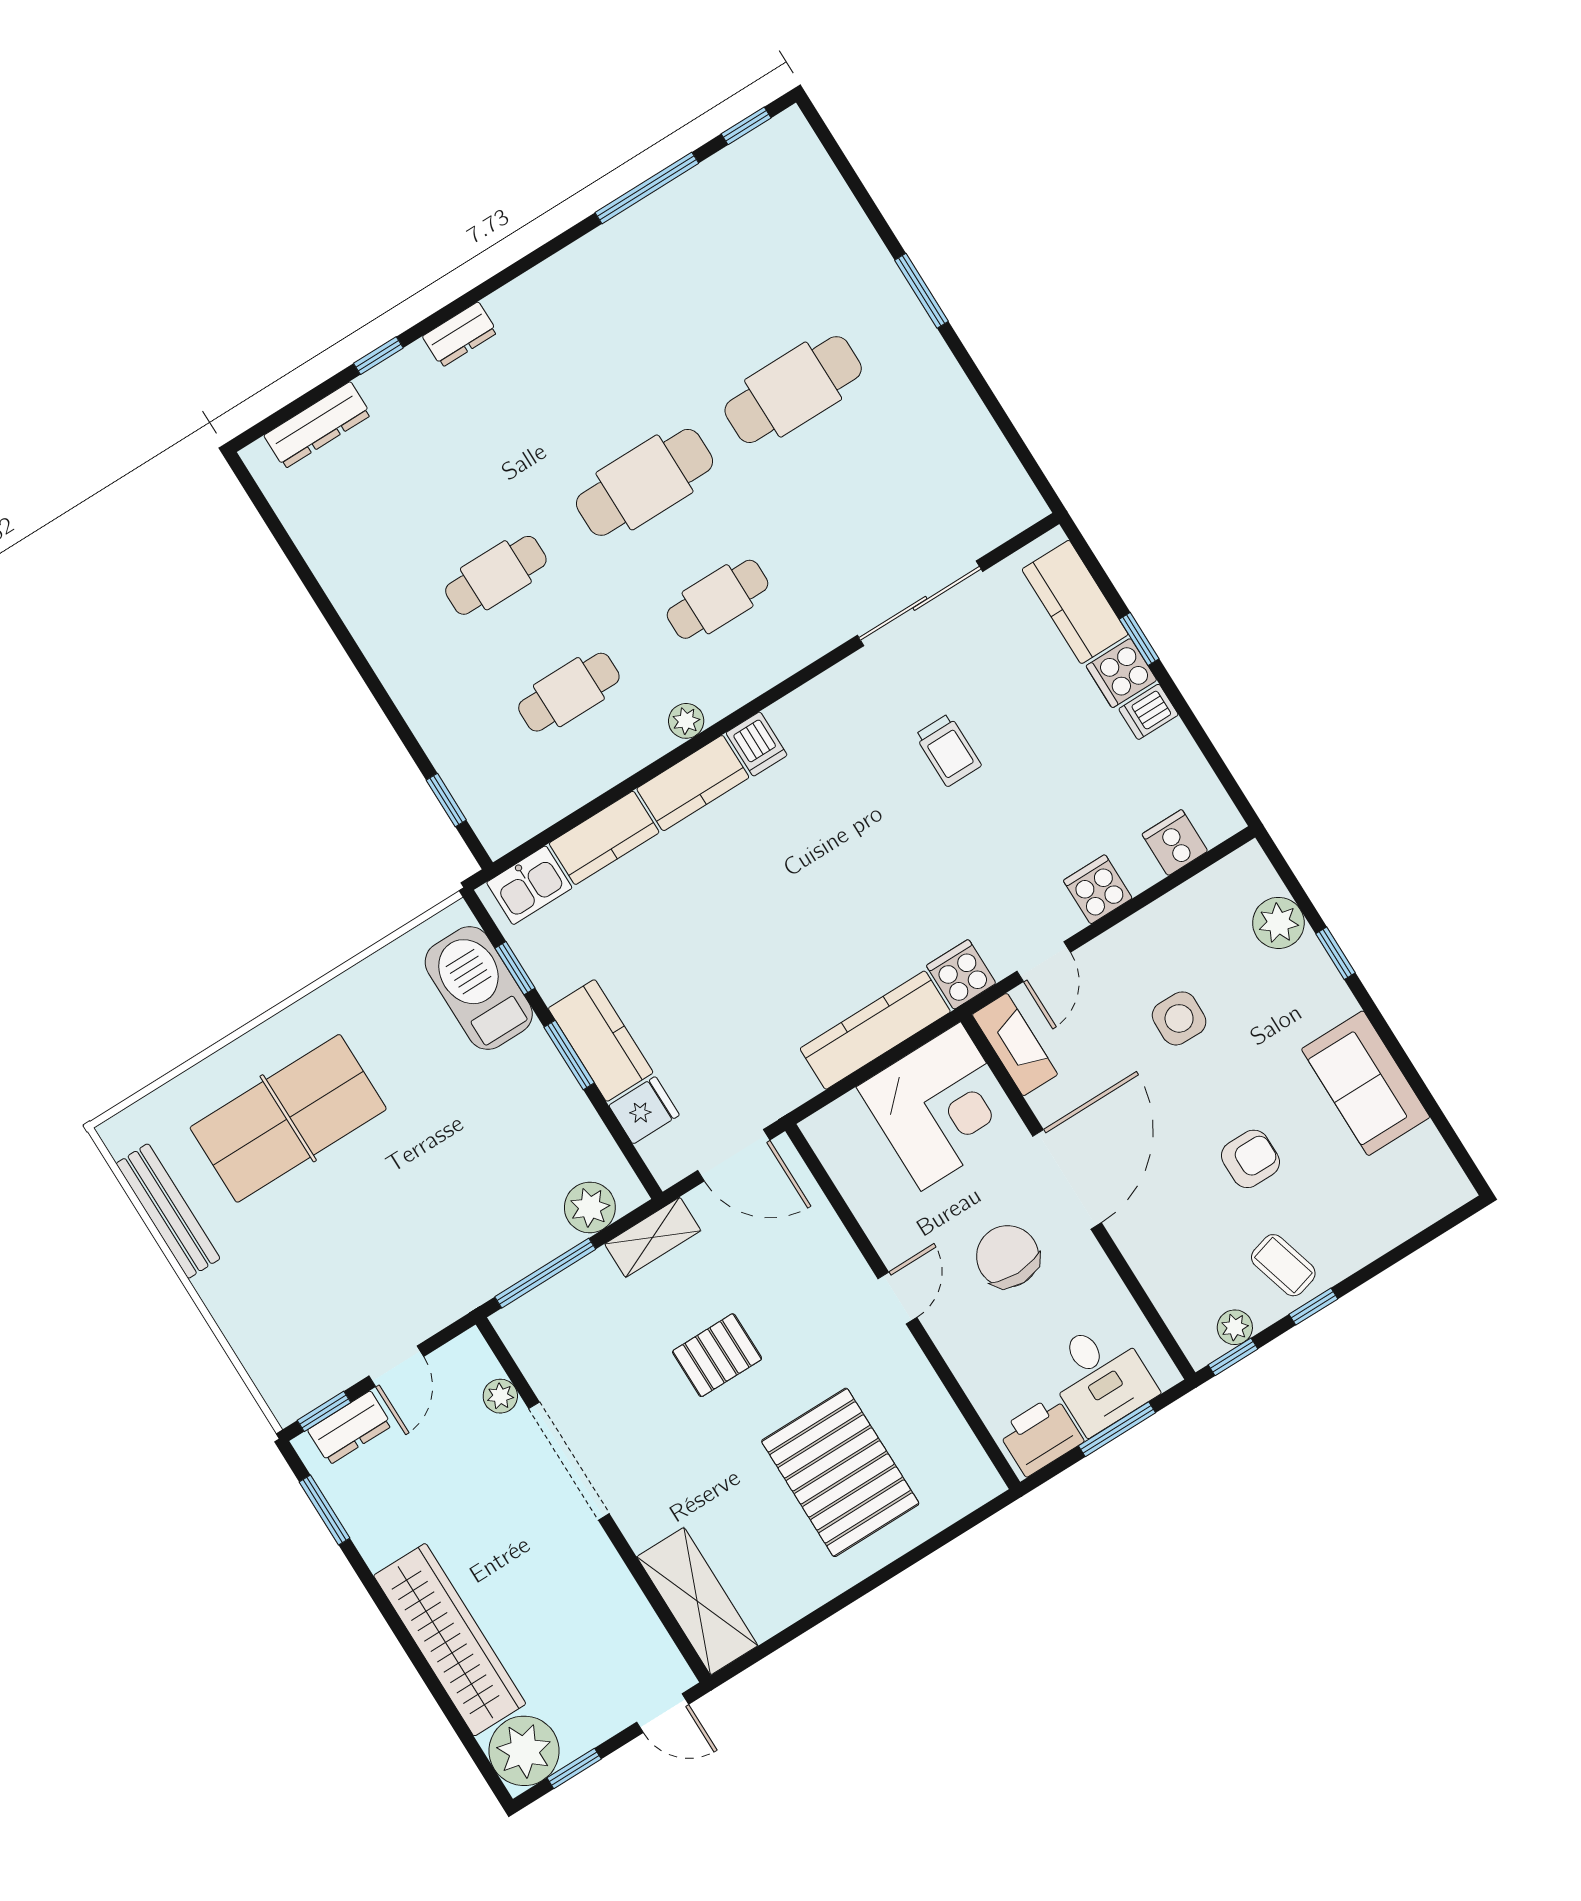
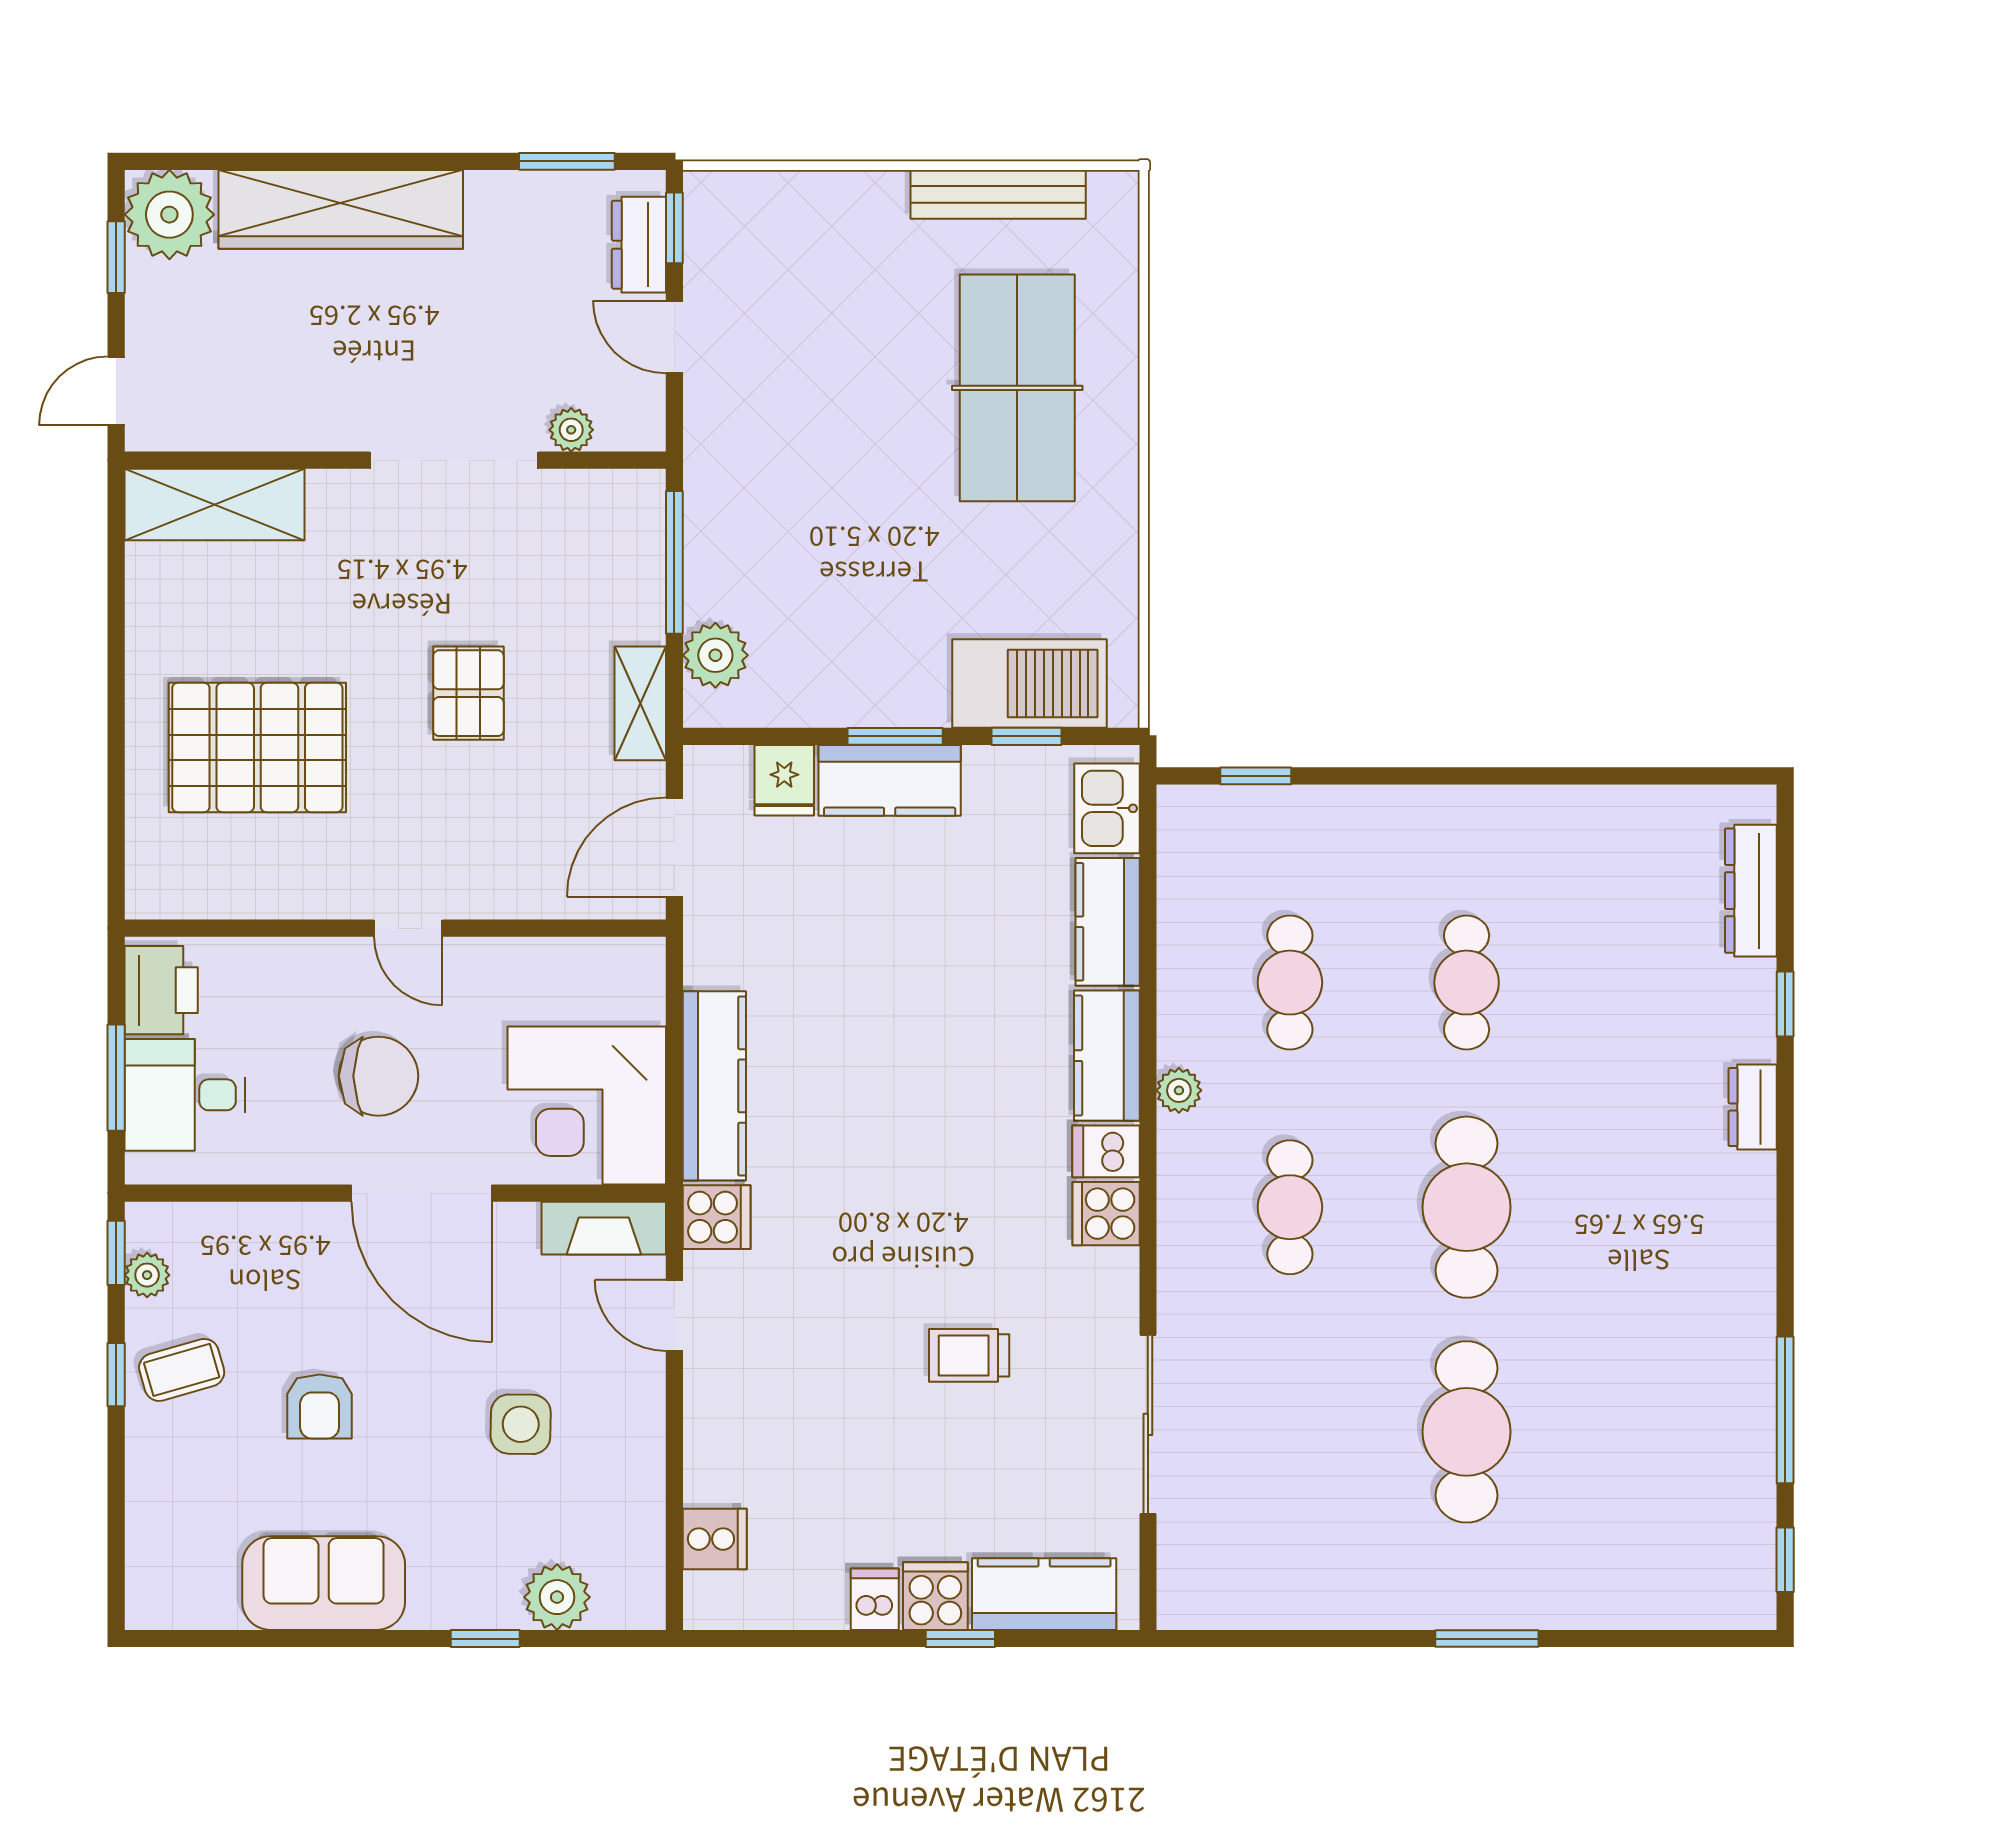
cooker: (1098, 889) -> (1106, 1214), moved, turned 180

